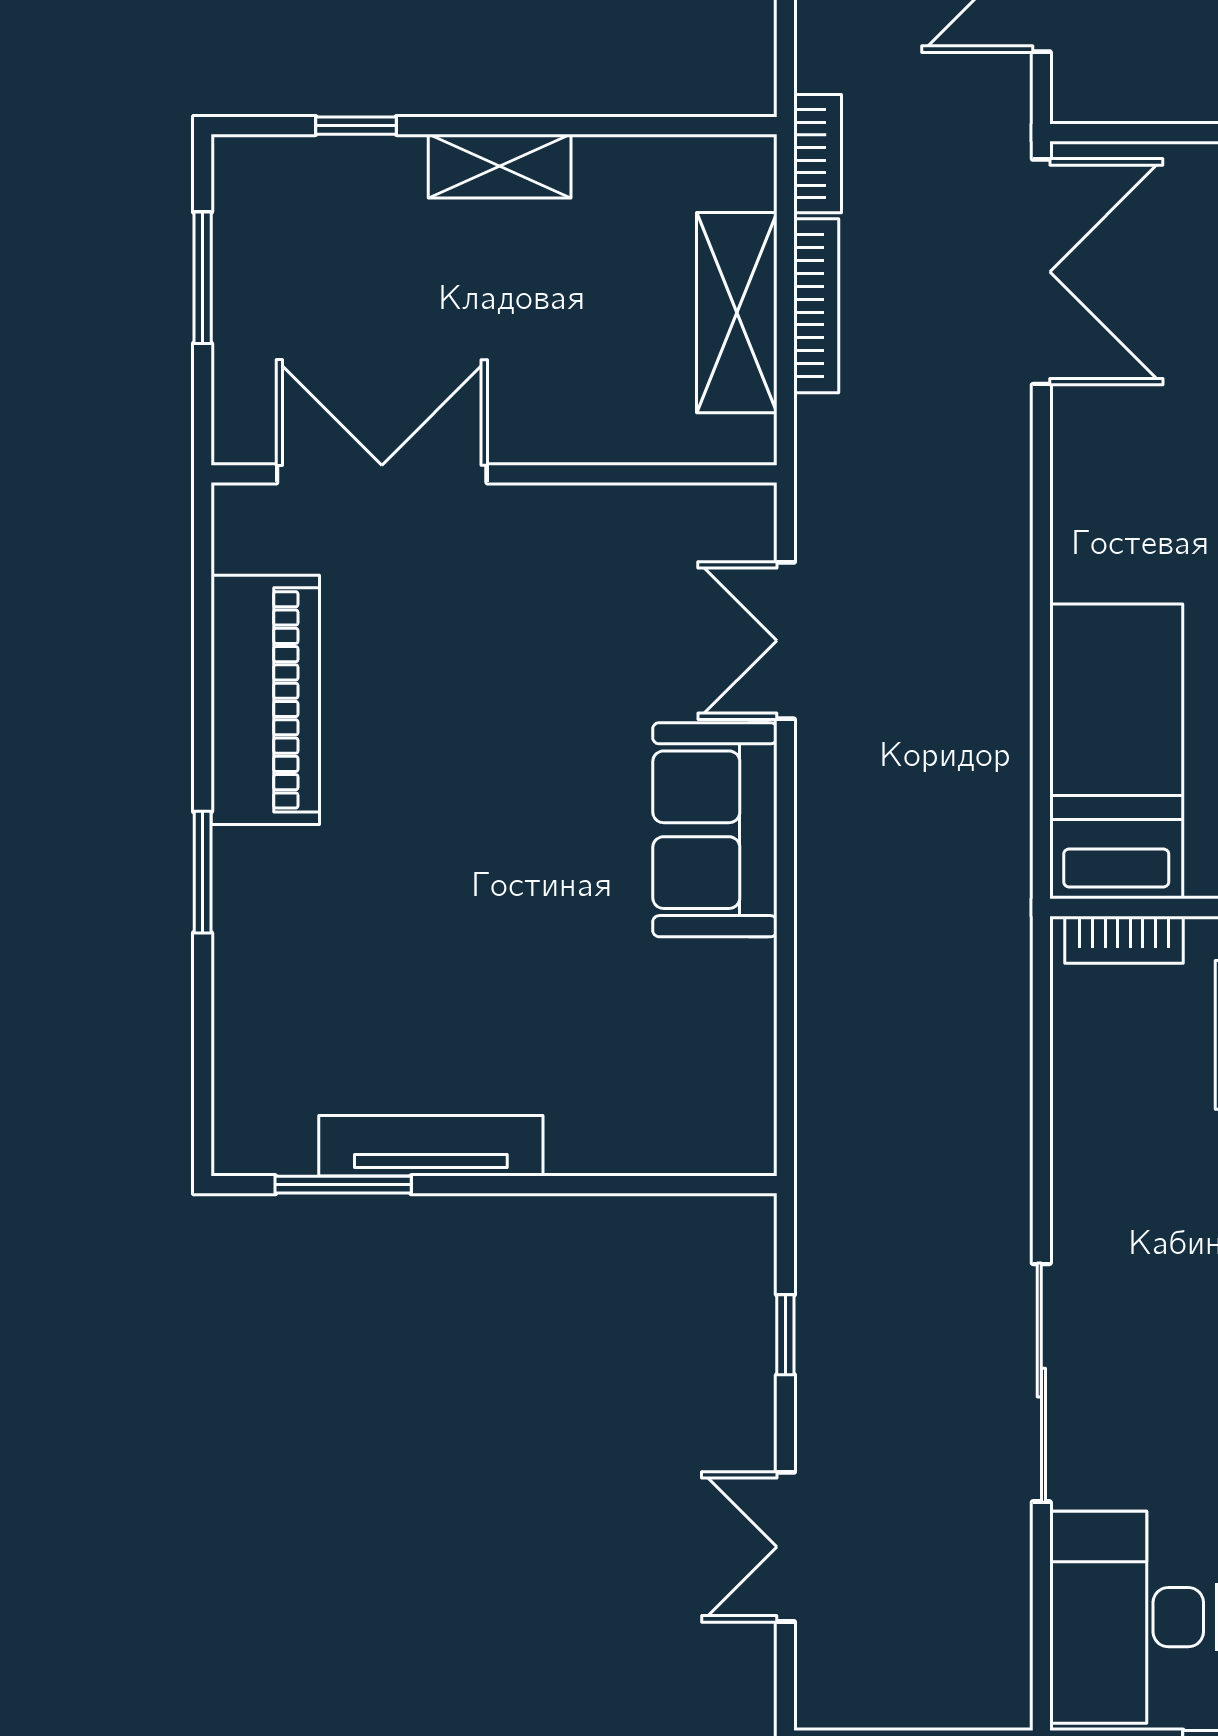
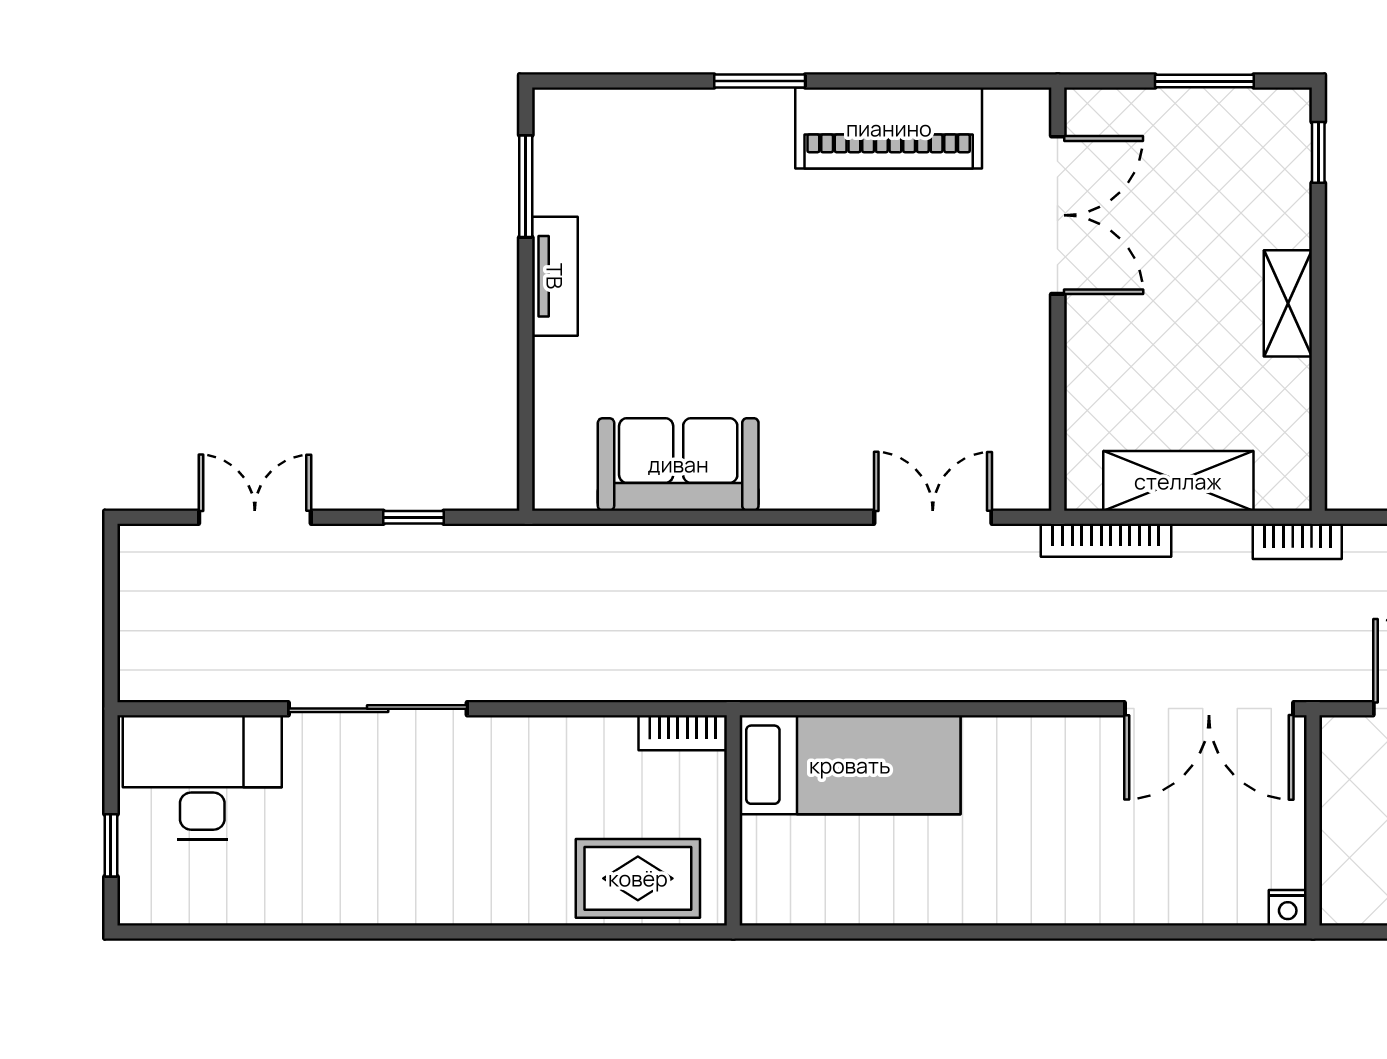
window: (356, 126) -> (1318, 152), moved
bookcase: (816, 306) -> (1106, 540), moved
sofa: (715, 830) -> (678, 464), moved
bookcase: (1124, 940) -> (683, 733), moved, turned -90
tv unit: (431, 1146) -> (555, 276), width x0.71

